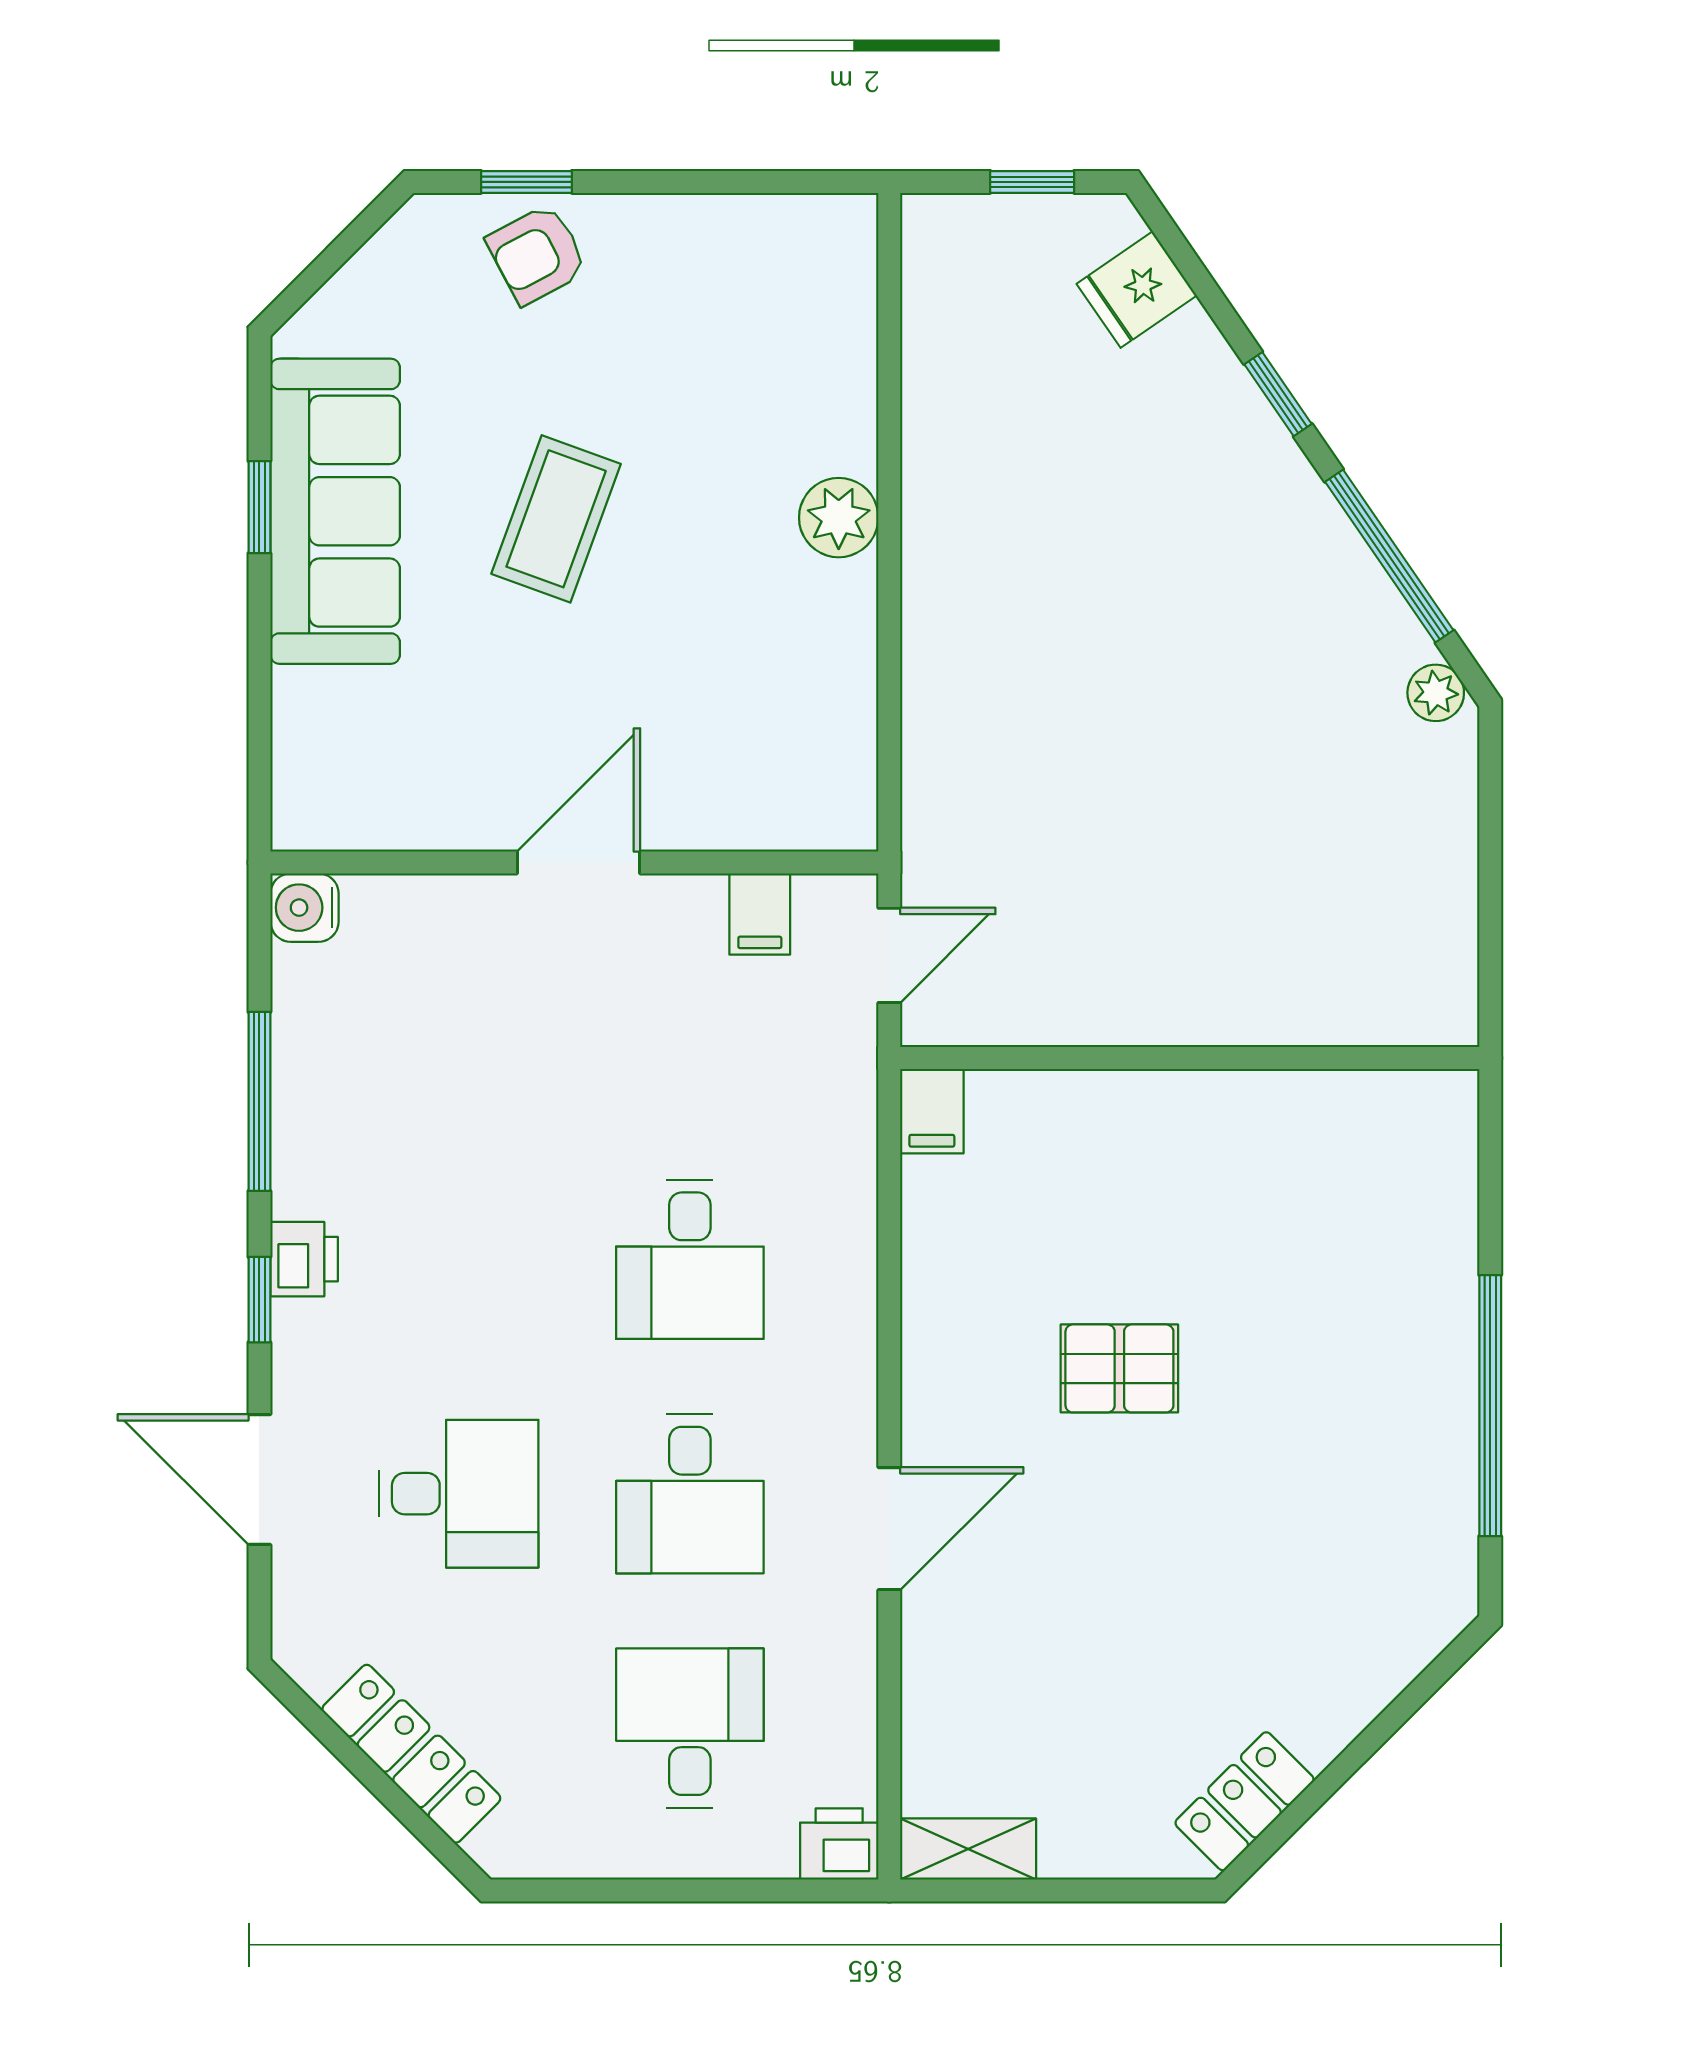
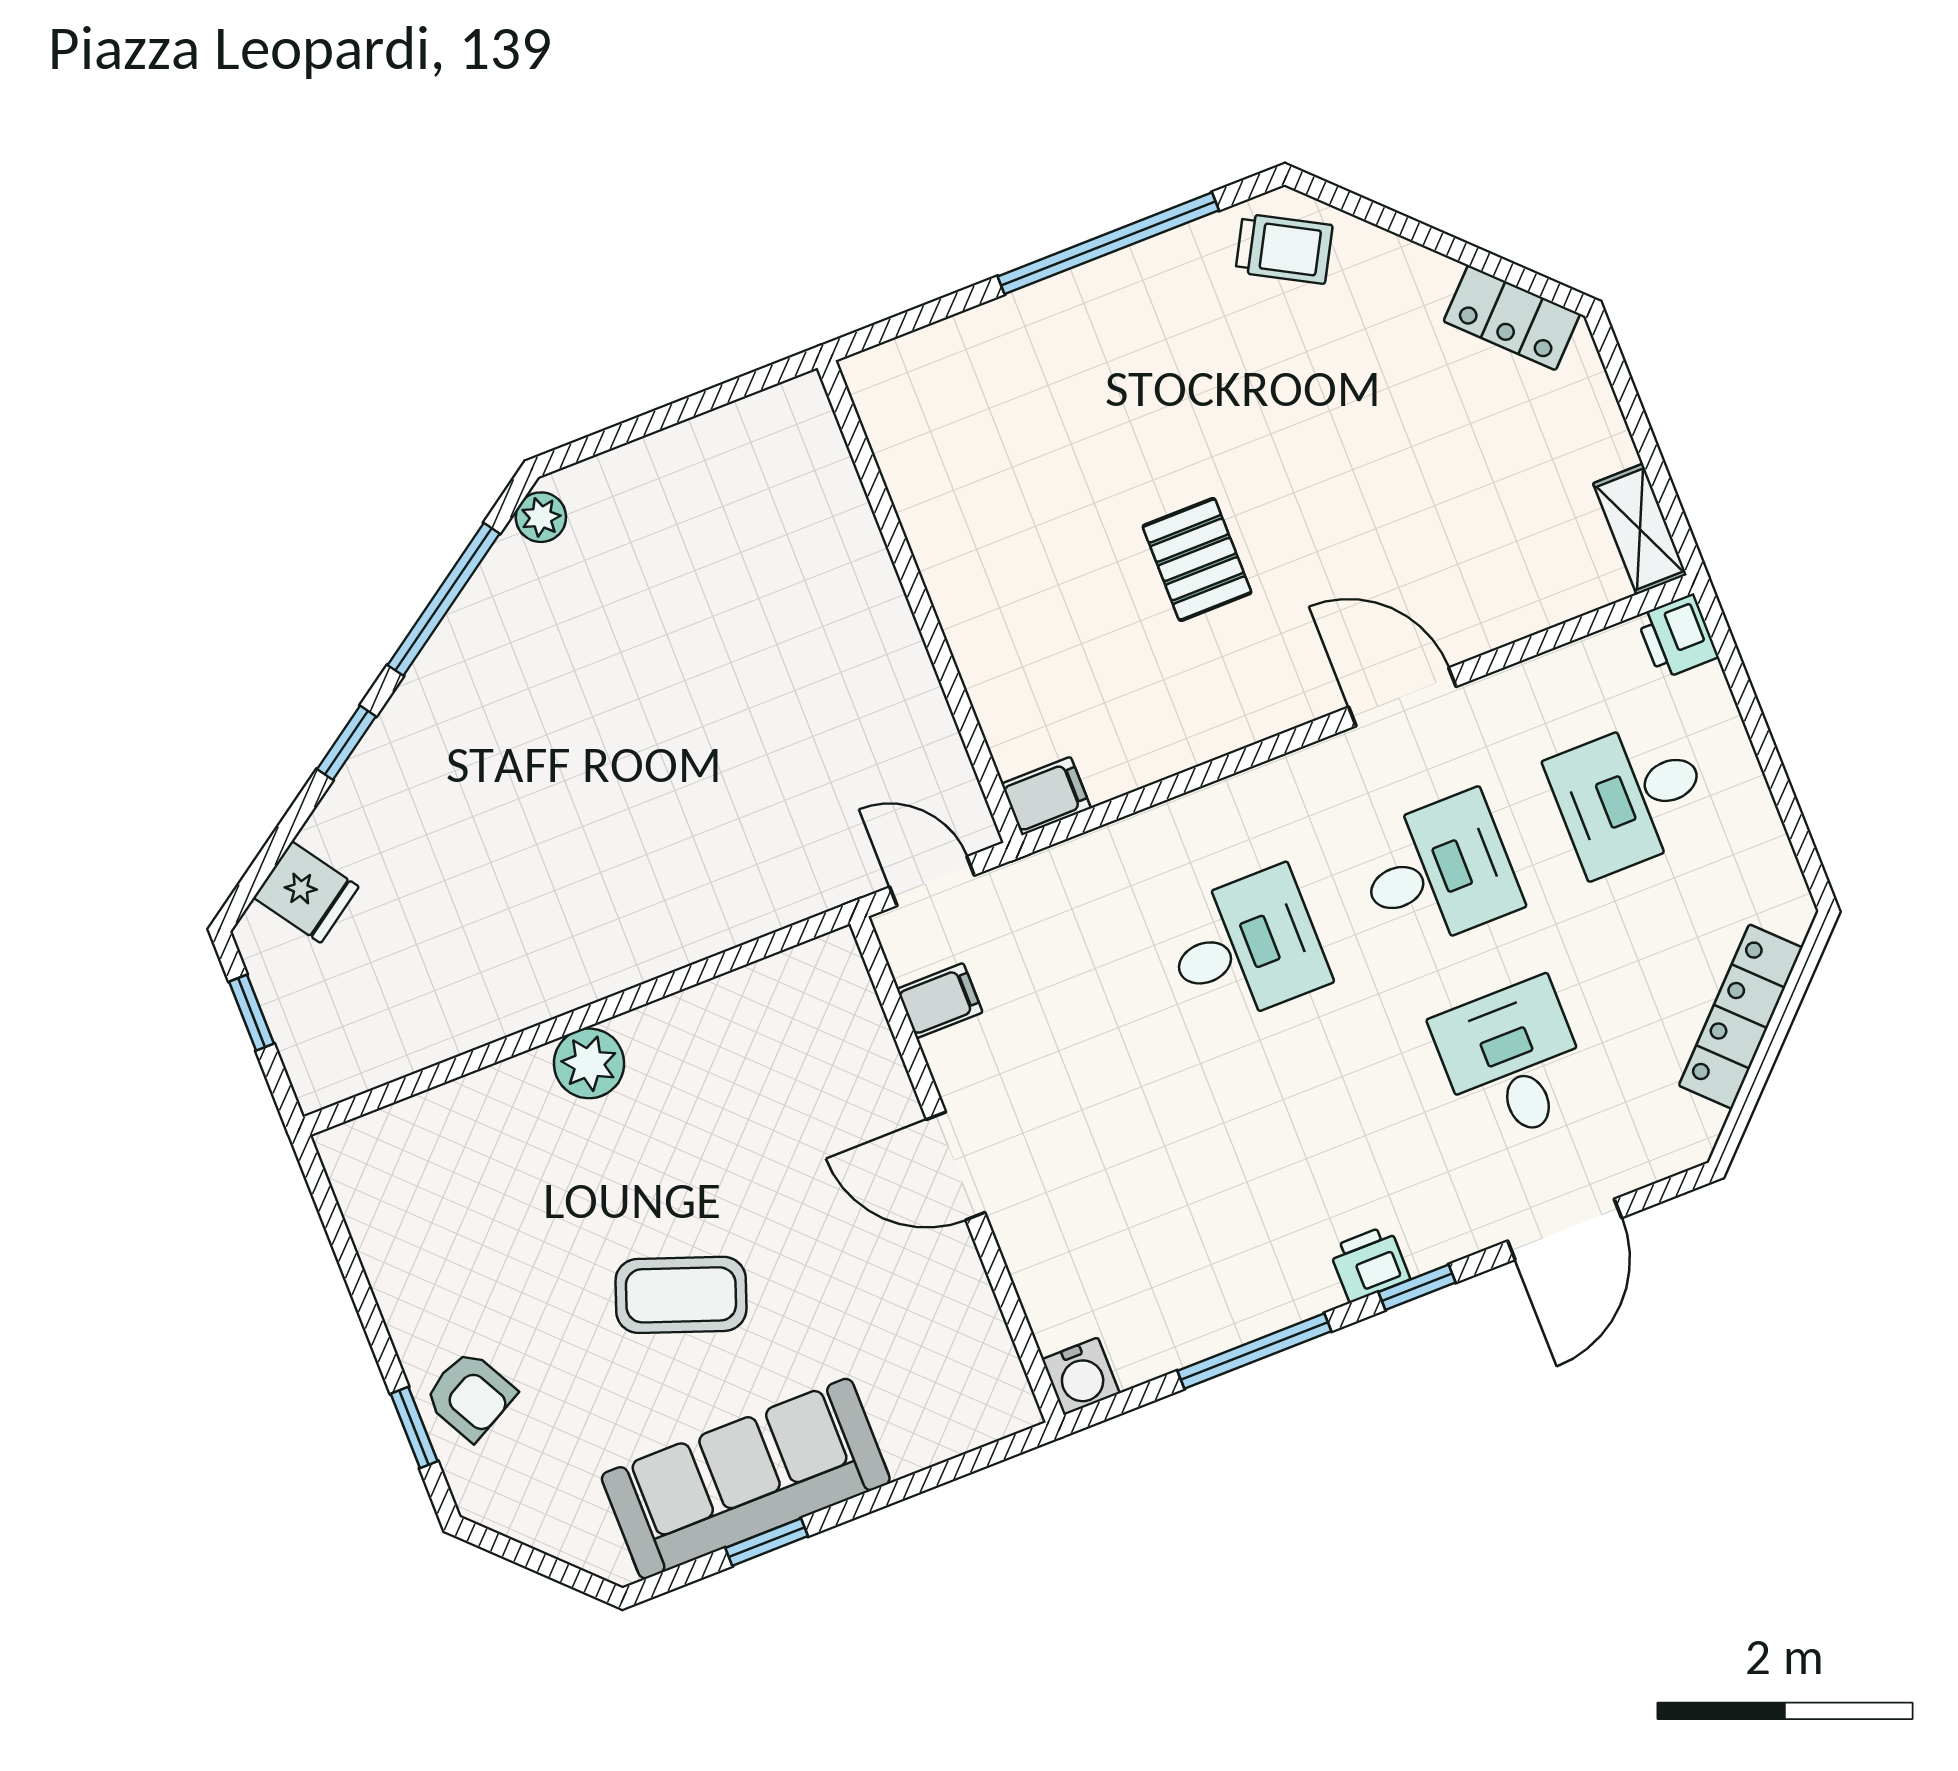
trolley: (1412, 1589) -> (1284, 249), added

